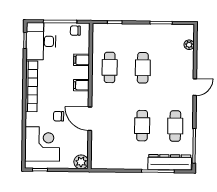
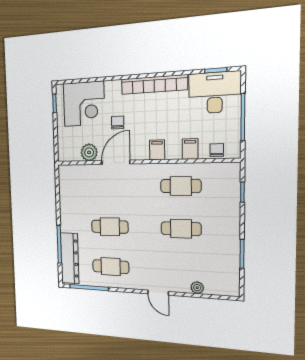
chair: (75, 31) -> (217, 150), moved
plant: (189, 45) -> (197, 288), moved
plant: (81, 162) -> (89, 152), moved

